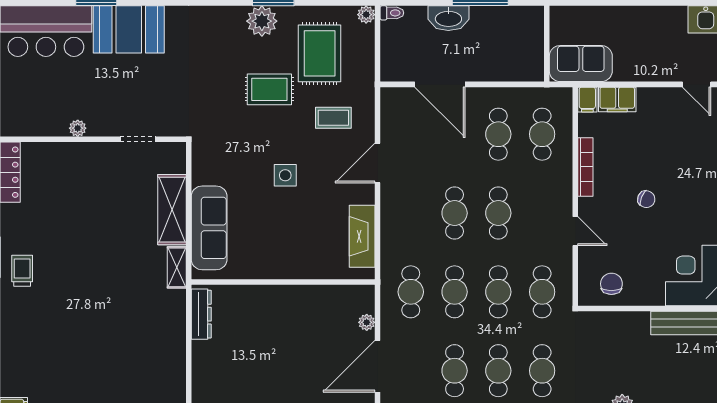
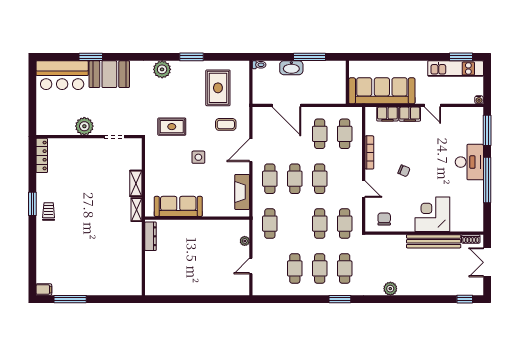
plant: (366, 15) -> (244, 66), removed
plant: (262, 21) -> (162, 69), moved
sofa: (581, 64) -> (382, 91), width x1.85, depth x1.27
rug: (269, 89) -> (172, 127), moved
filing cabinet: (587, 100) -> (410, 114), moved, width x2.00
plant: (78, 128) -> (84, 126), width x1.88, depth x1.88
shelving: (172, 210) -> (136, 183), width x0.67, depth x0.75
sofa: (209, 228) -> (178, 206), moved, turned -90
cafe table: (455, 292) -> (270, 179), moved
door: (378, 366) -> (251, 266), width x0.53

